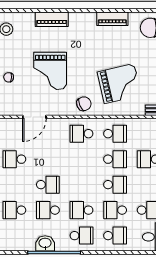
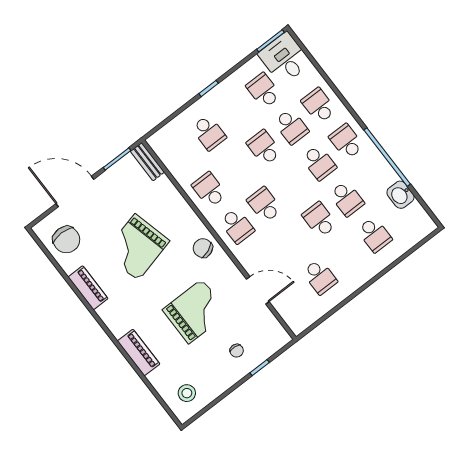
grand piano: (119, 84) -> (137, 247), moved, turned -91
school desk: (115, 159) -> (264, 205), moved
washbasin: (45, 243) -> (401, 195), moved

